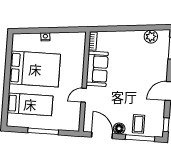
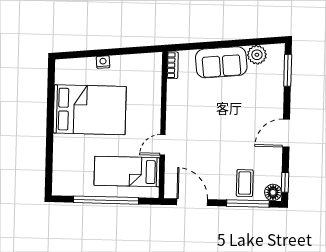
sofa: (97, 69) -> (221, 62), moved, turned 85
bed: (30, 104) -> (127, 172), moved, turned 180
floor lamp: (119, 129) -> (273, 192), moved
window: (43, 131) -> (106, 200), width x1.46

